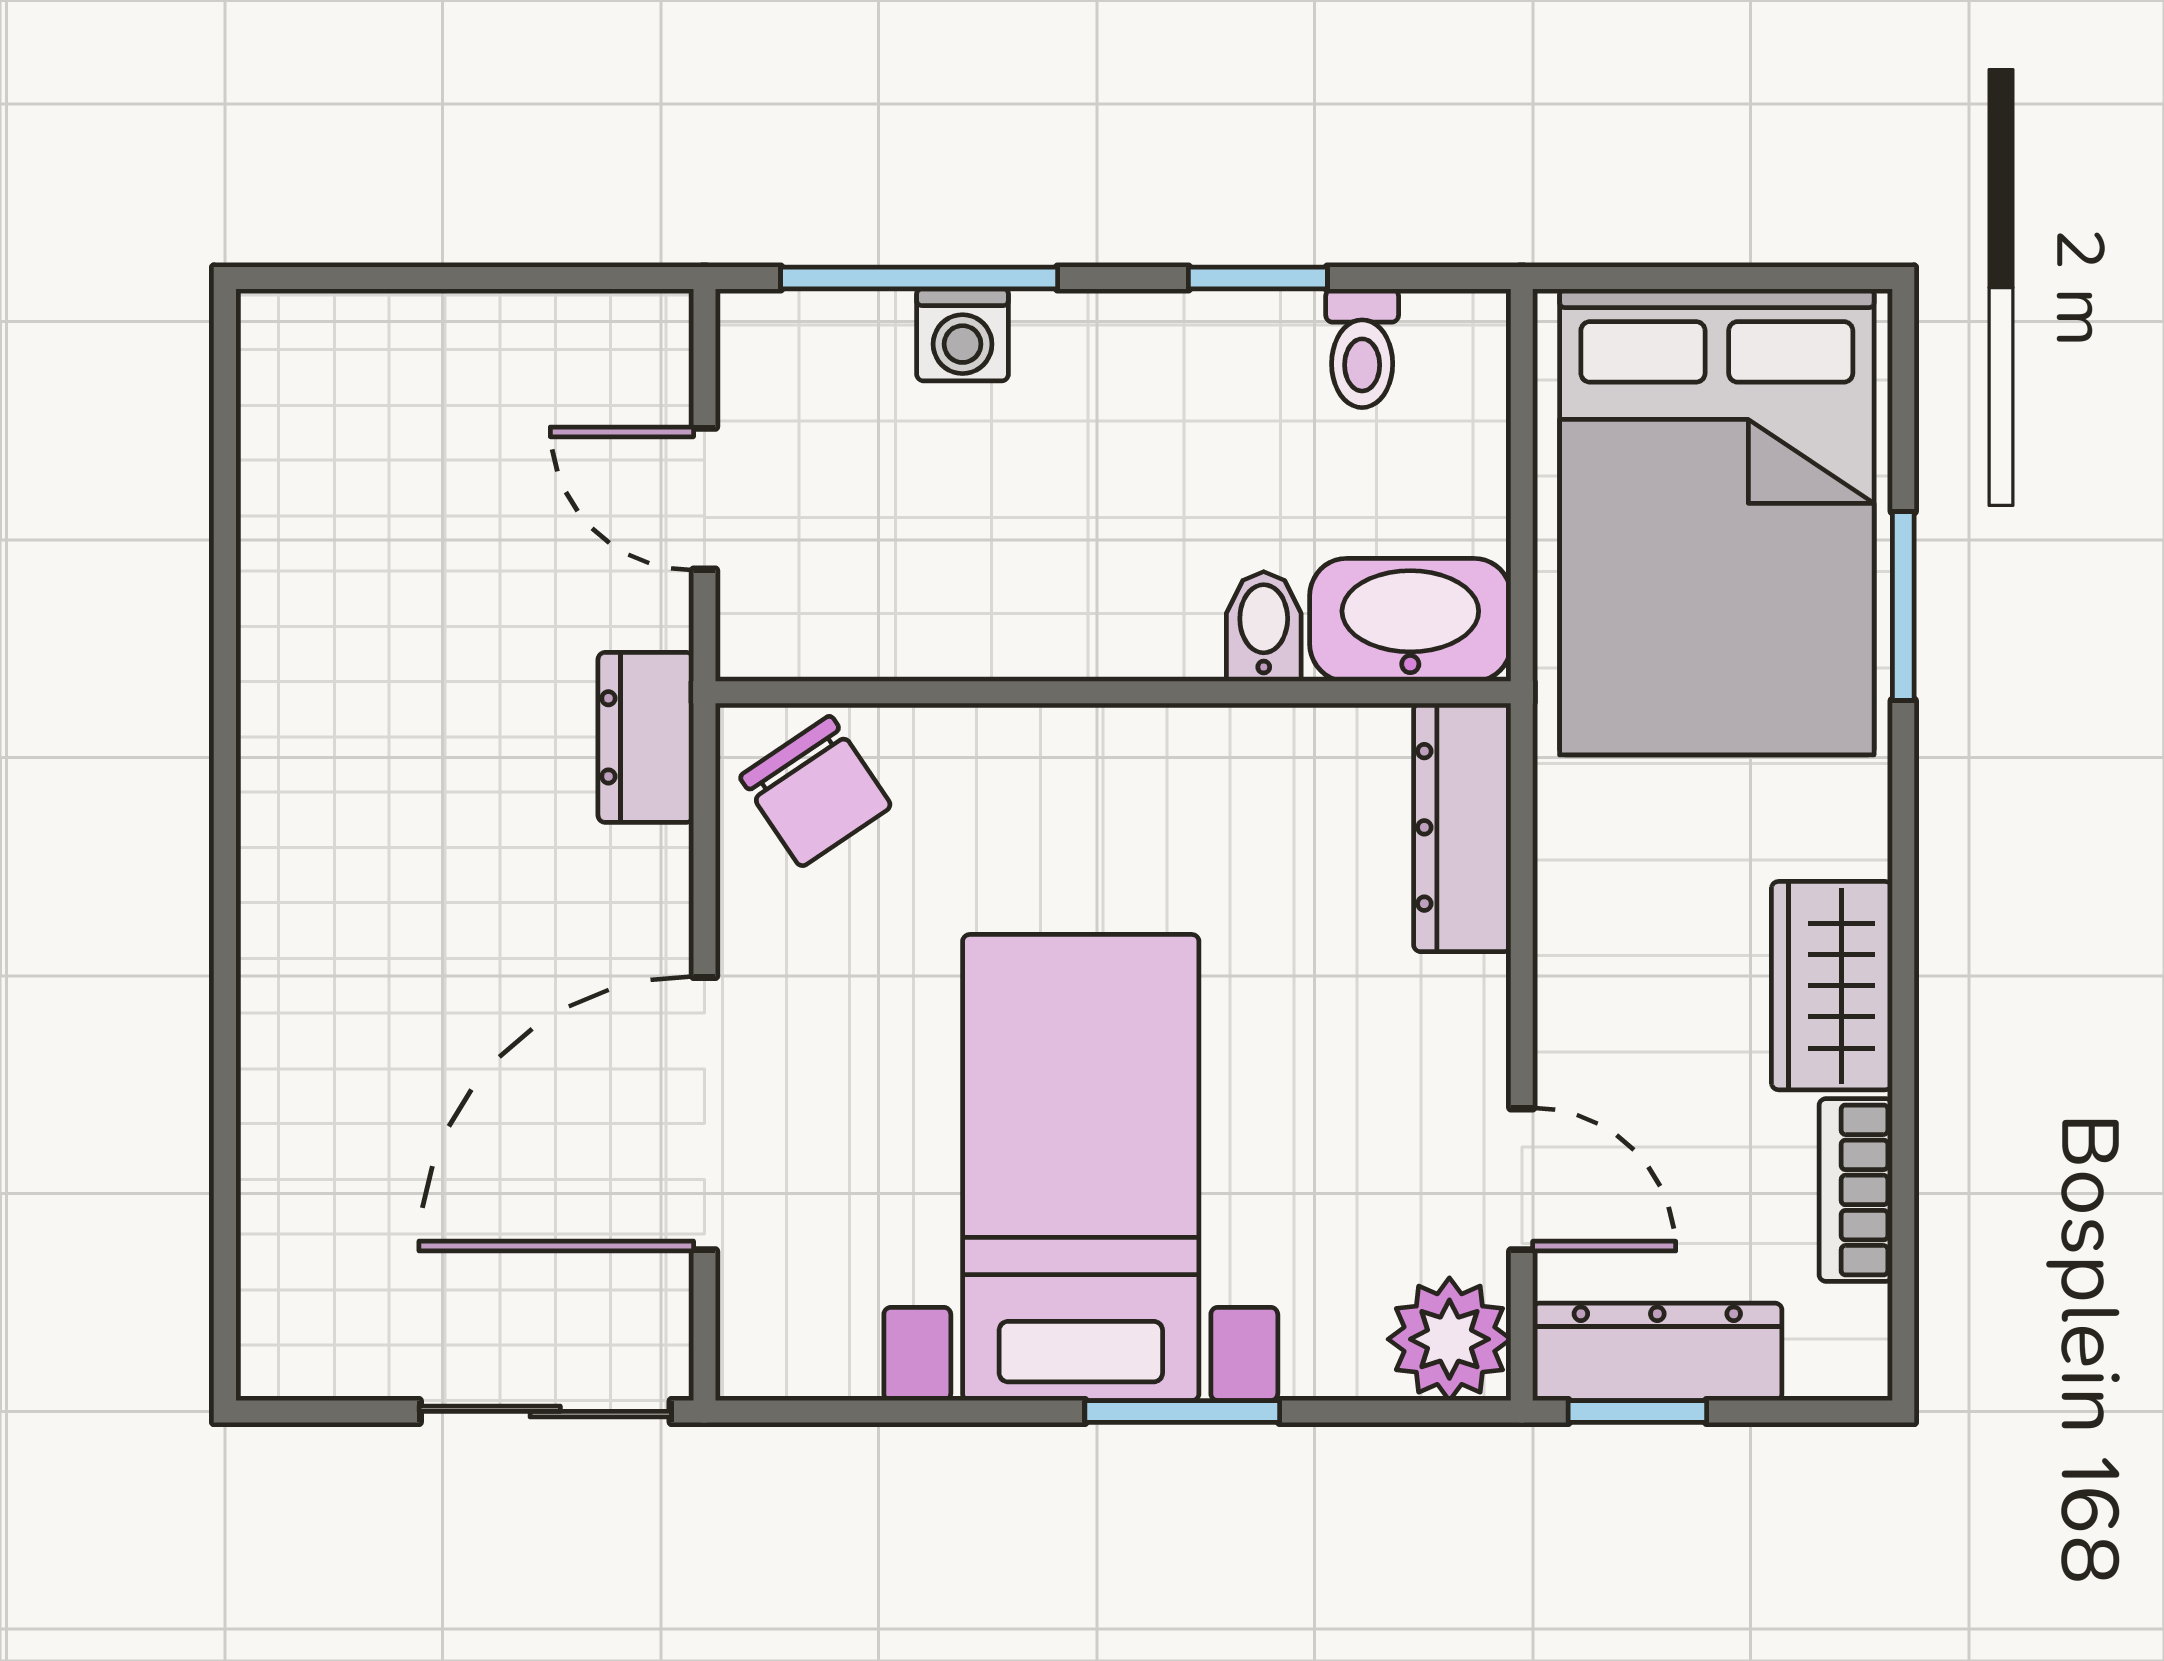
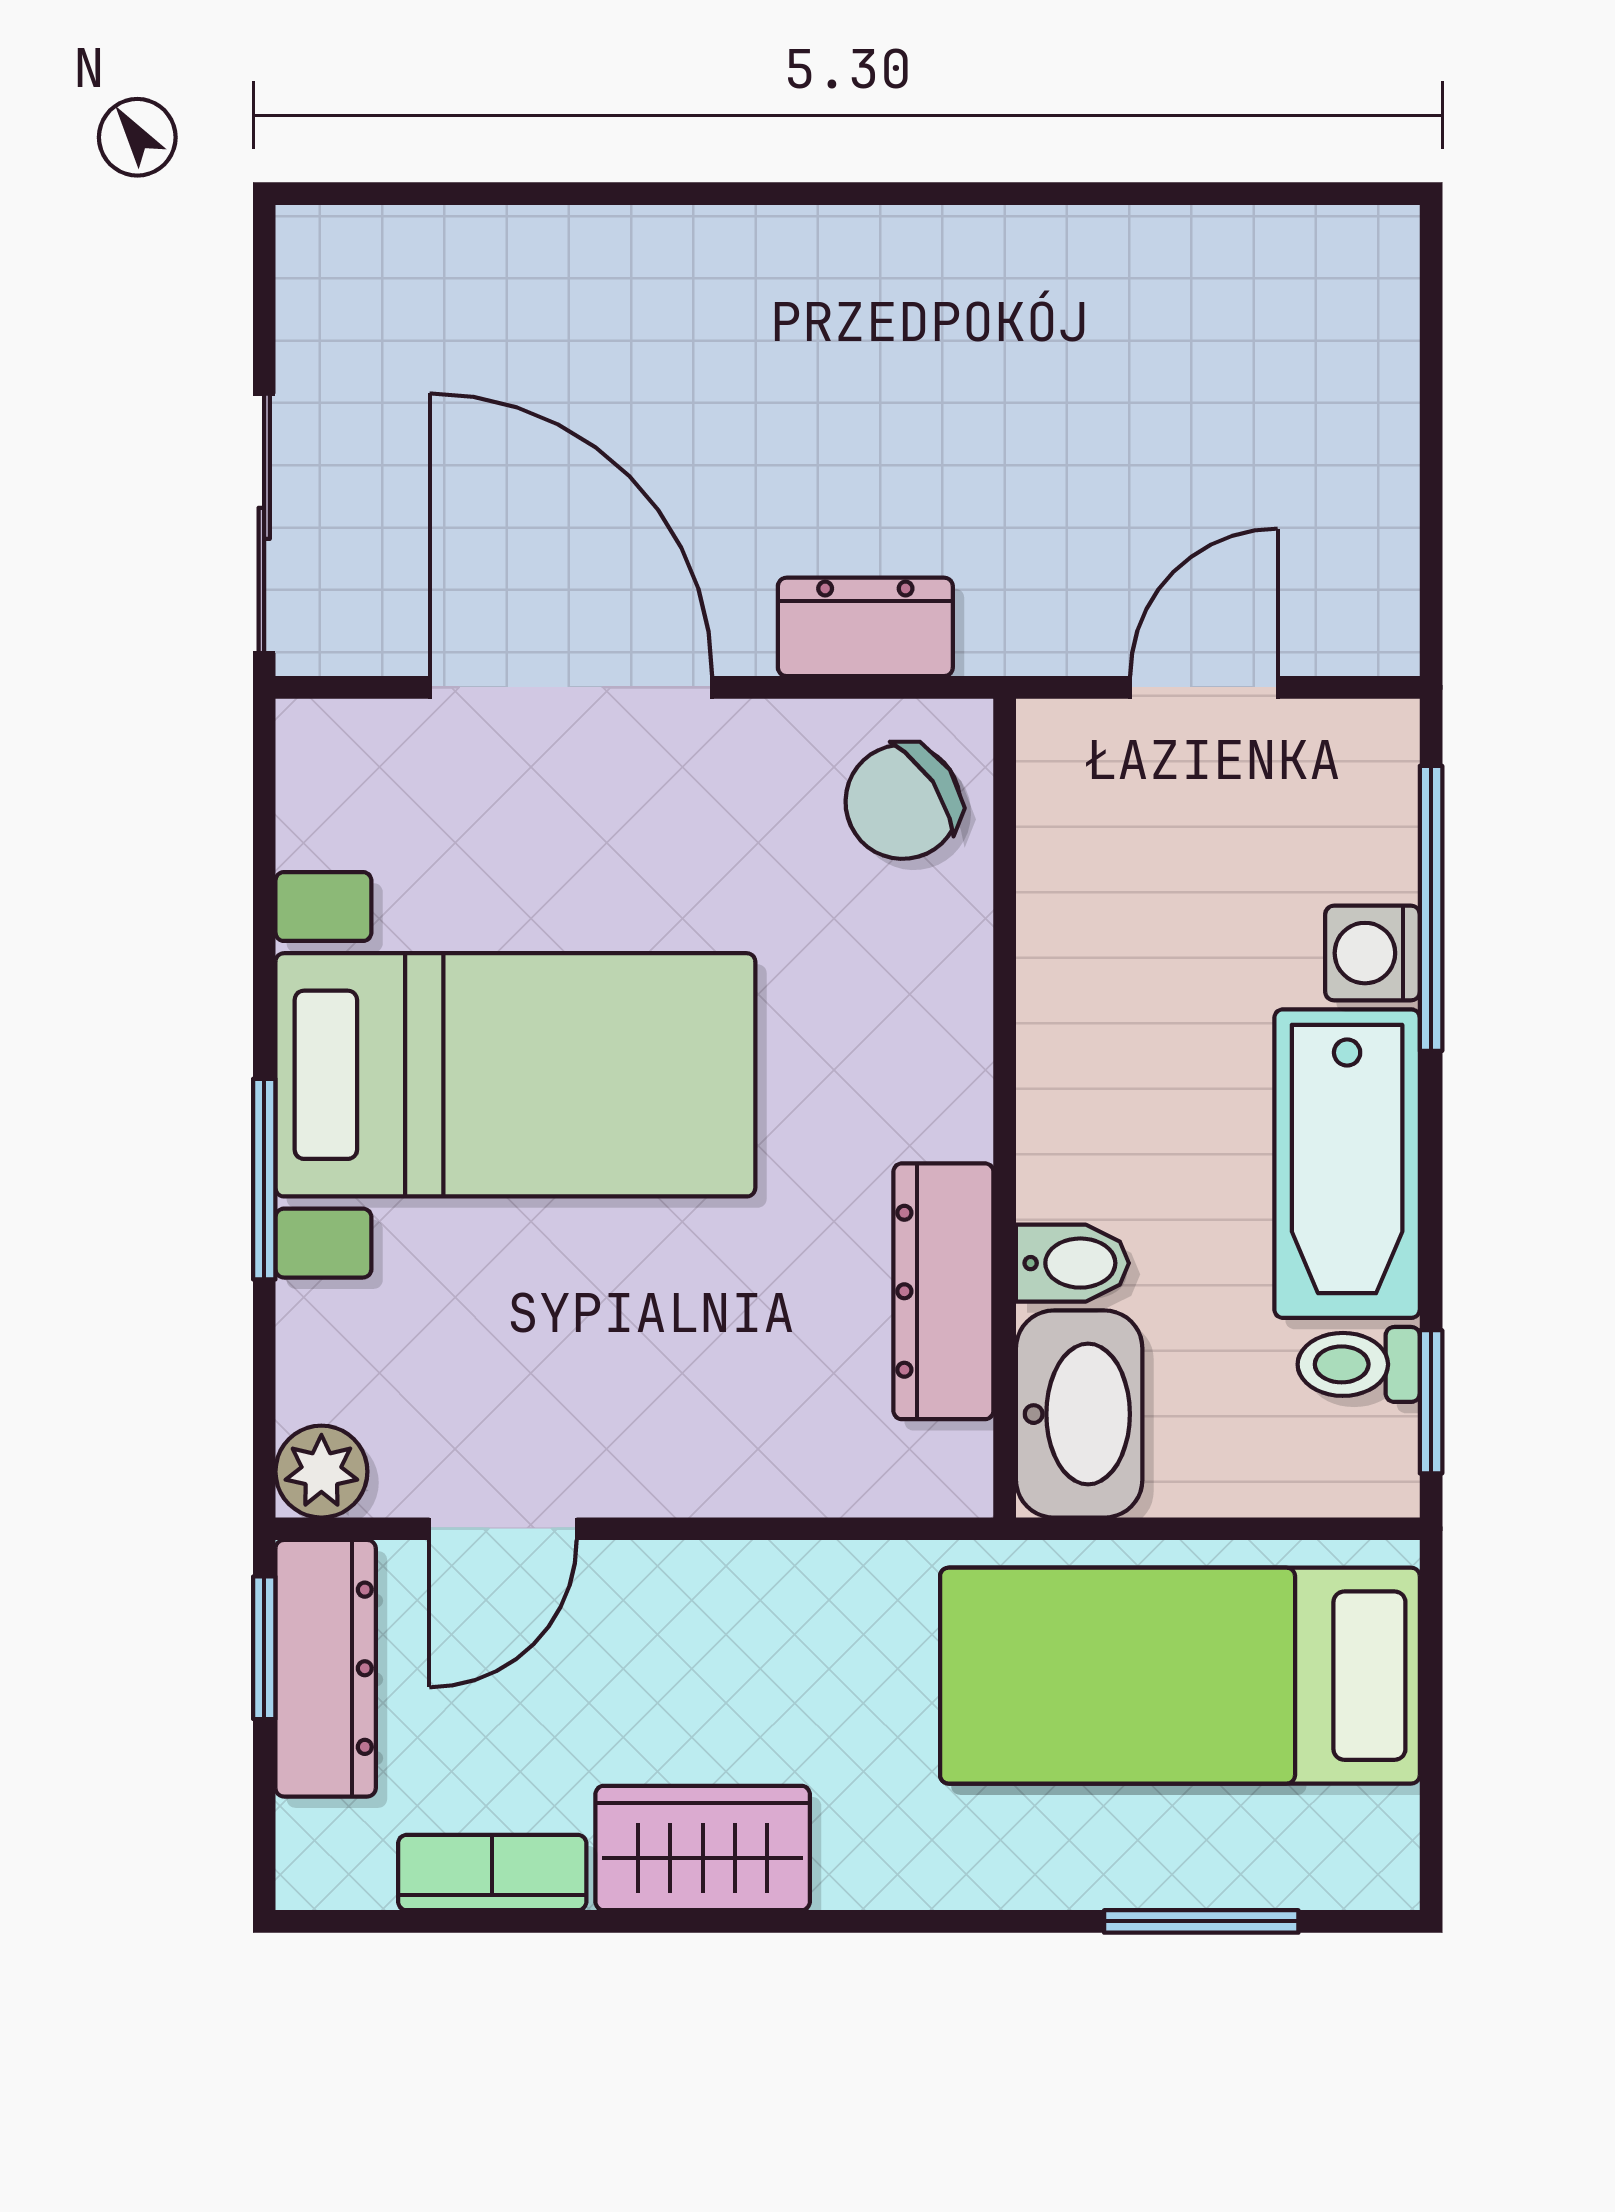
window: (1258, 278) -> (1431, 1402), moved
bathtub: (1167, 360) -> (1347, 1164), added
bed: (1717, 522) -> (1180, 1676), width x0.67
window: (1903, 606) -> (1201, 1921), moved
dresser: (646, 737) -> (865, 627), moved
dresser: (1462, 827) -> (943, 1291), moved, turned -90
plant: (1449, 1339) -> (321, 1472), width x0.73, depth x0.73

